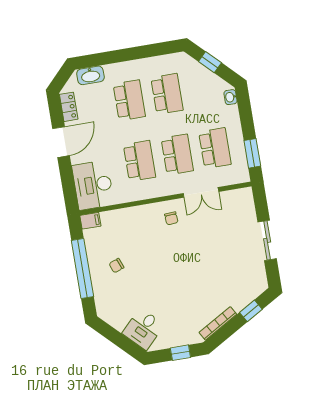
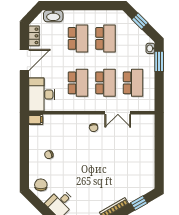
window: (252, 153) -> (159, 61), moved
sliding door: (267, 240) -> (159, 155), removed
window: (82, 268) -> (24, 153), removed
chair: (112, 309) -> (41, 185), added

